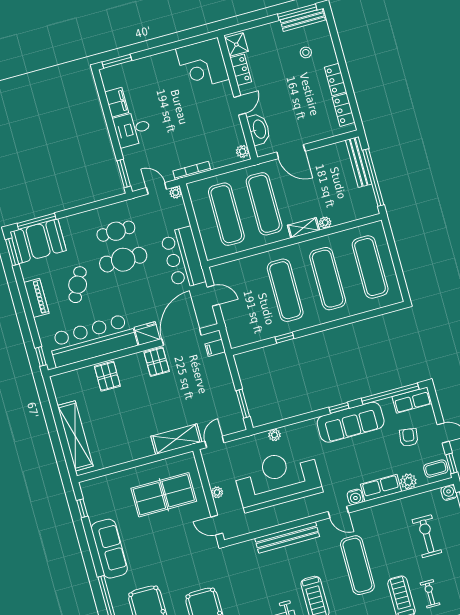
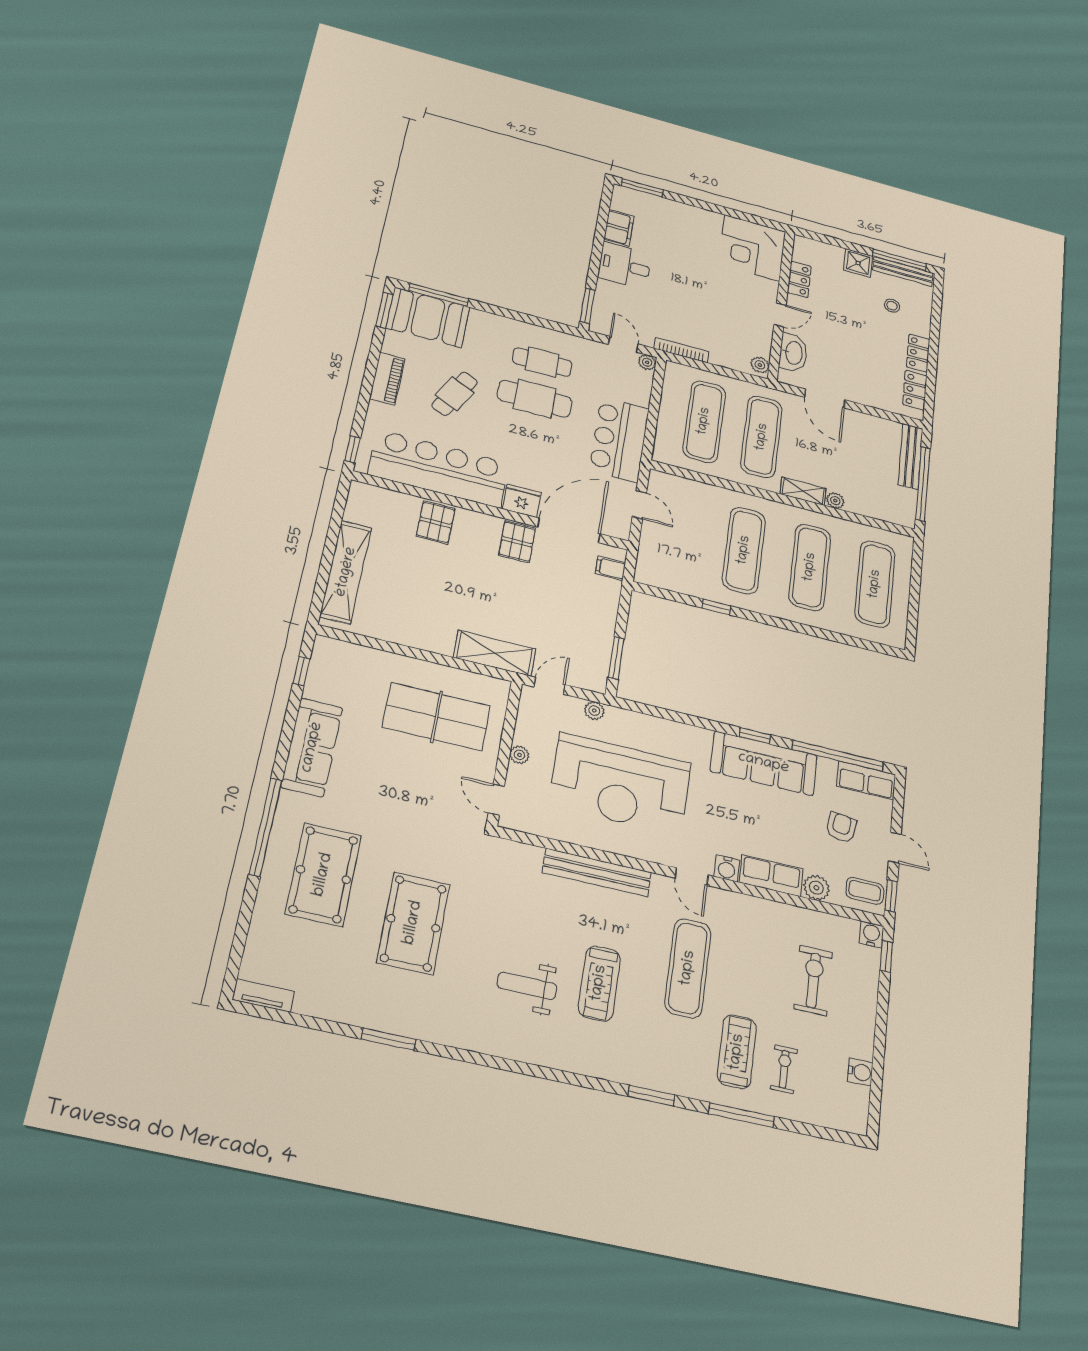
shower: (236, 45) -> (858, 263), moved
plant: (274, 435) -> (594, 711), moved
reception desk: (278, 479) -> (620, 784), turned 180

